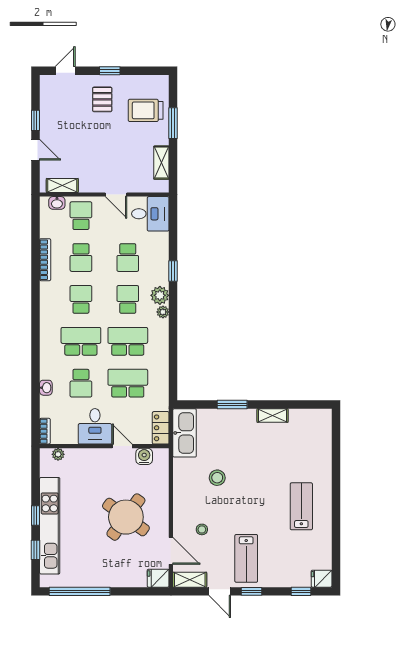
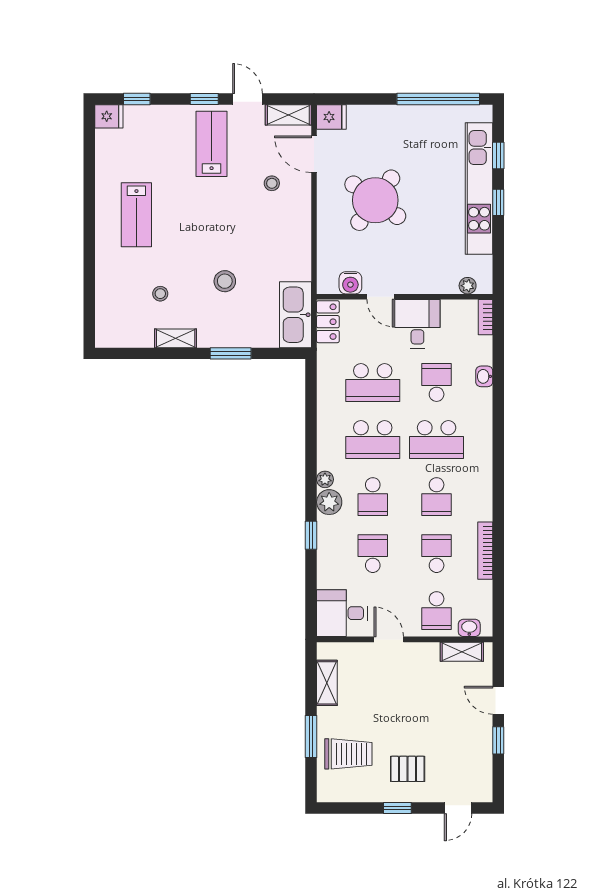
pallet: (102, 99) -> (408, 769), turned 90
stool: (284, 448) -> (160, 294), added
stool: (217, 478) -> (225, 281), moved

